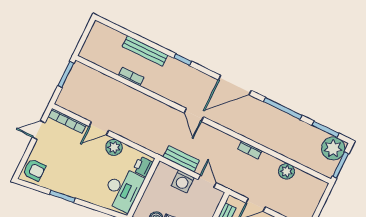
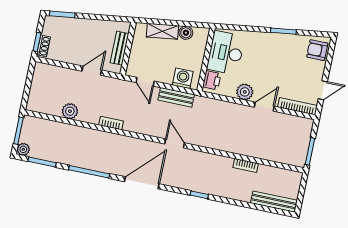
bench: (145, 51) -> (274, 202), moved
plant: (333, 148) -> (23, 149), width x0.53, depth x0.53
washing machine: (183, 182) -> (183, 78), moved

